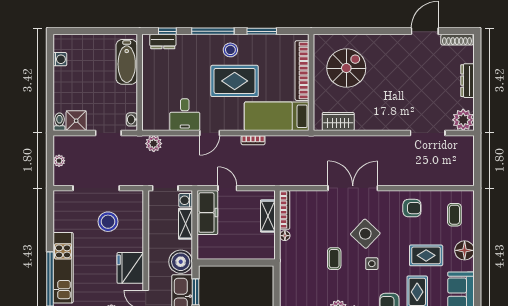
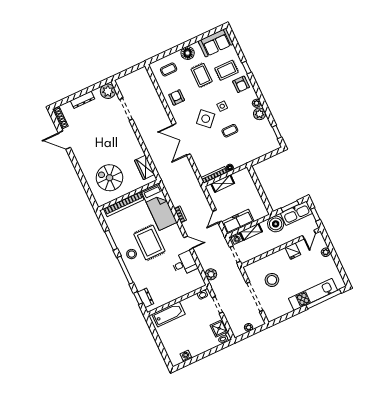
fridge: (130, 268) -> (293, 251), width x0.53, depth x0.75

